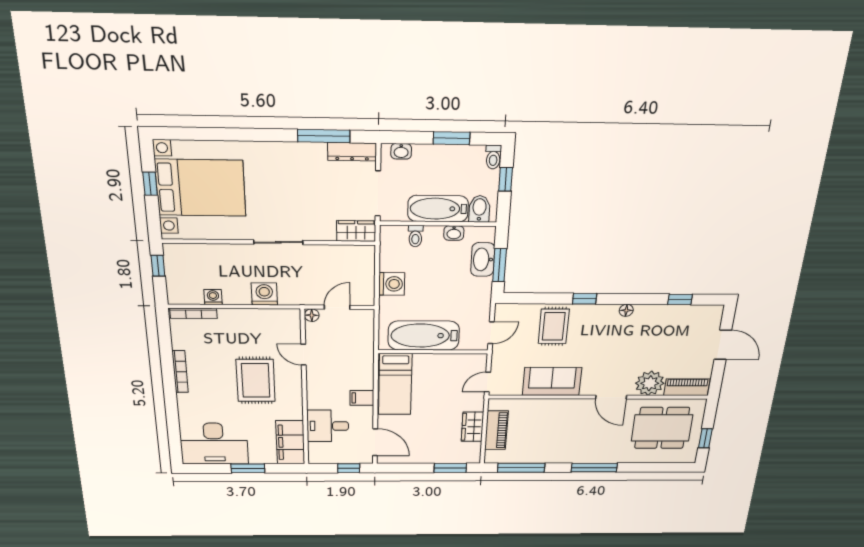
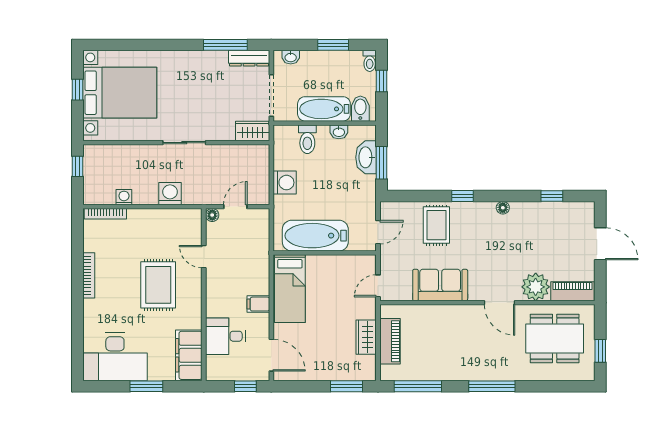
toilet: (415, 236) -> (307, 139), width x1.37, depth x1.39

